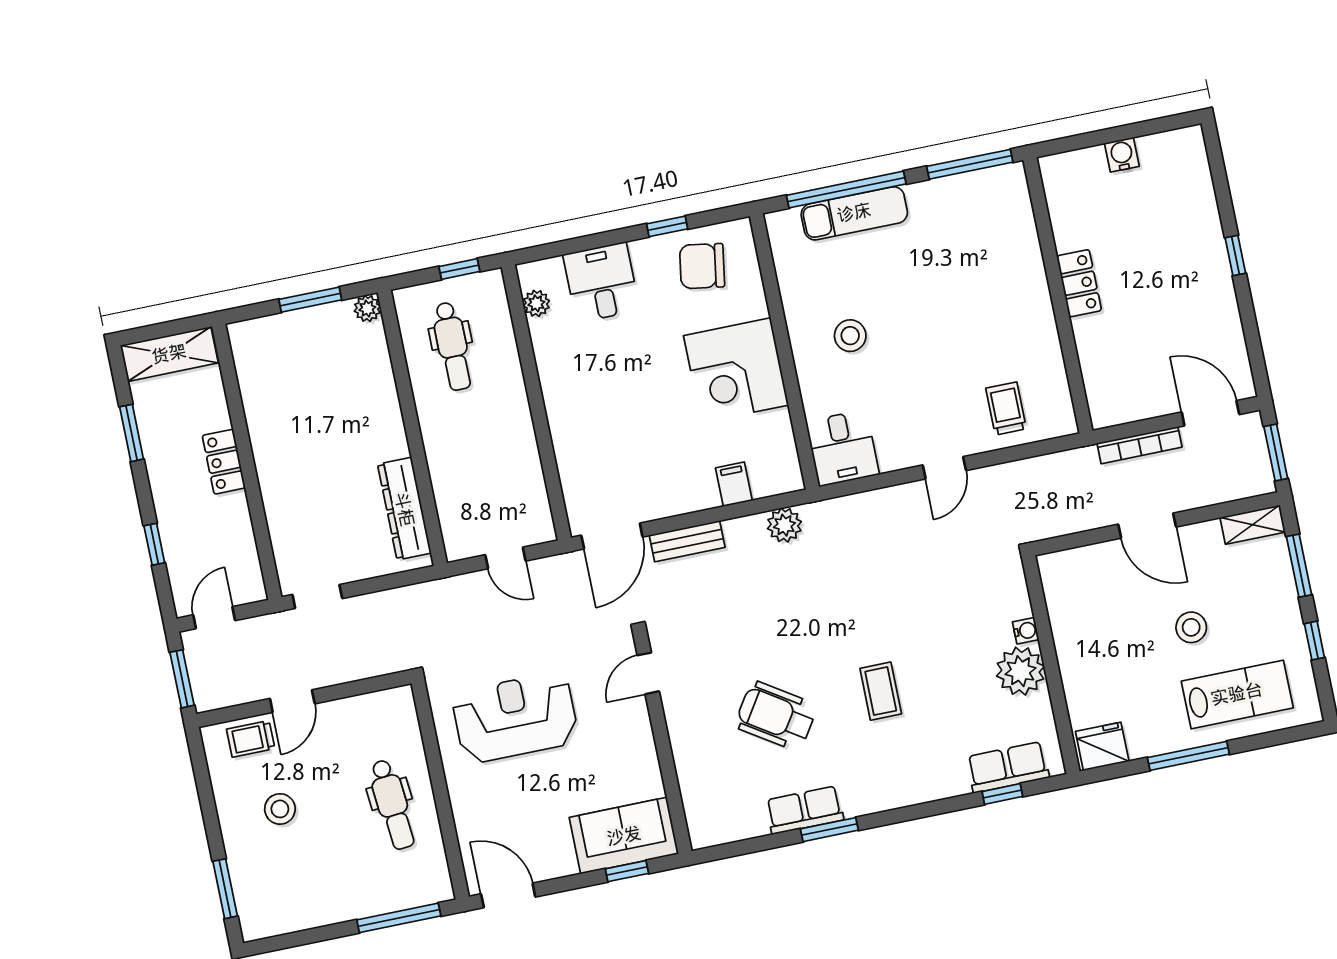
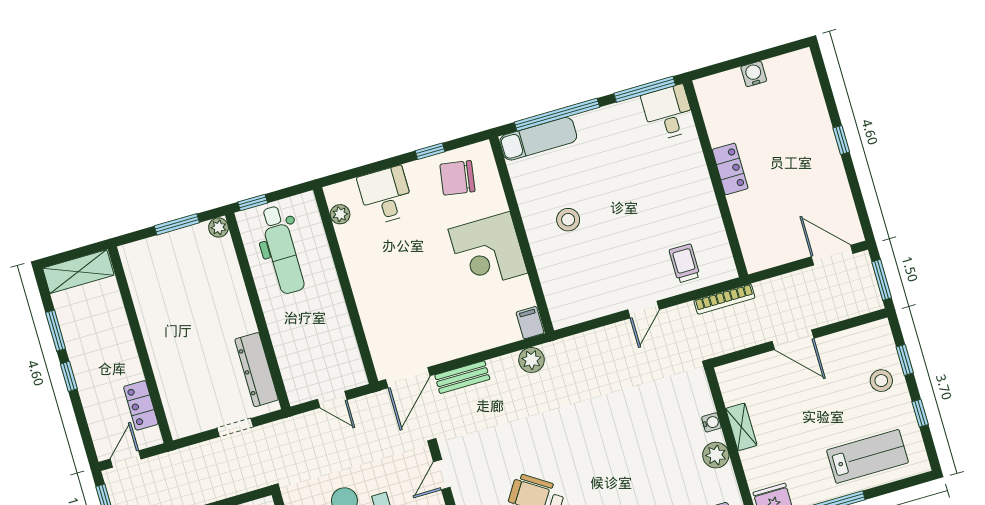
exam couch: (854, 213) -> (538, 139), moved
window: (459, 269) -> (253, 202), moved
dental chair: (452, 346) -> (282, 250), width x1.36, depth x1.38
bookcase: (1139, 445) -> (724, 299), moved
desk: (842, 448) -> (668, 113), moved, turned 180
locker: (224, 462) -> (141, 405), moved
filing cabinet: (734, 484) -> (530, 323), moved
shelving: (1253, 525) -> (741, 427), moved, turned 90
window: (154, 544) -> (69, 376), moved
window: (1299, 566) -> (905, 360), width x0.67
doorway: (317, 597) -> (235, 427), moved
stool: (1191, 627) -> (881, 381), moved
plant: (1020, 671) -> (716, 455), width x0.73, depth x0.73
coffee table: (881, 691) -> (610, 474), removed

